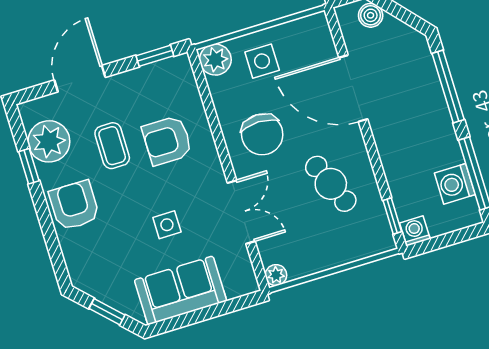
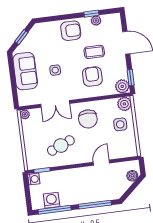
plant: (177, 71) -> (122, 86), added
door: (353, 88) -> (101, 163), width x0.53
chair: (262, 134) -> (88, 119), turned -90
plant: (49, 141) -> (96, 21), width x0.53, depth x0.53

